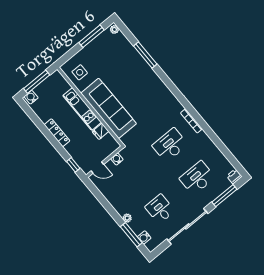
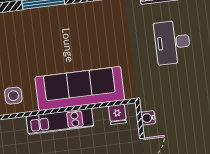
fridge: (101, 131) -> (117, 114), moved

